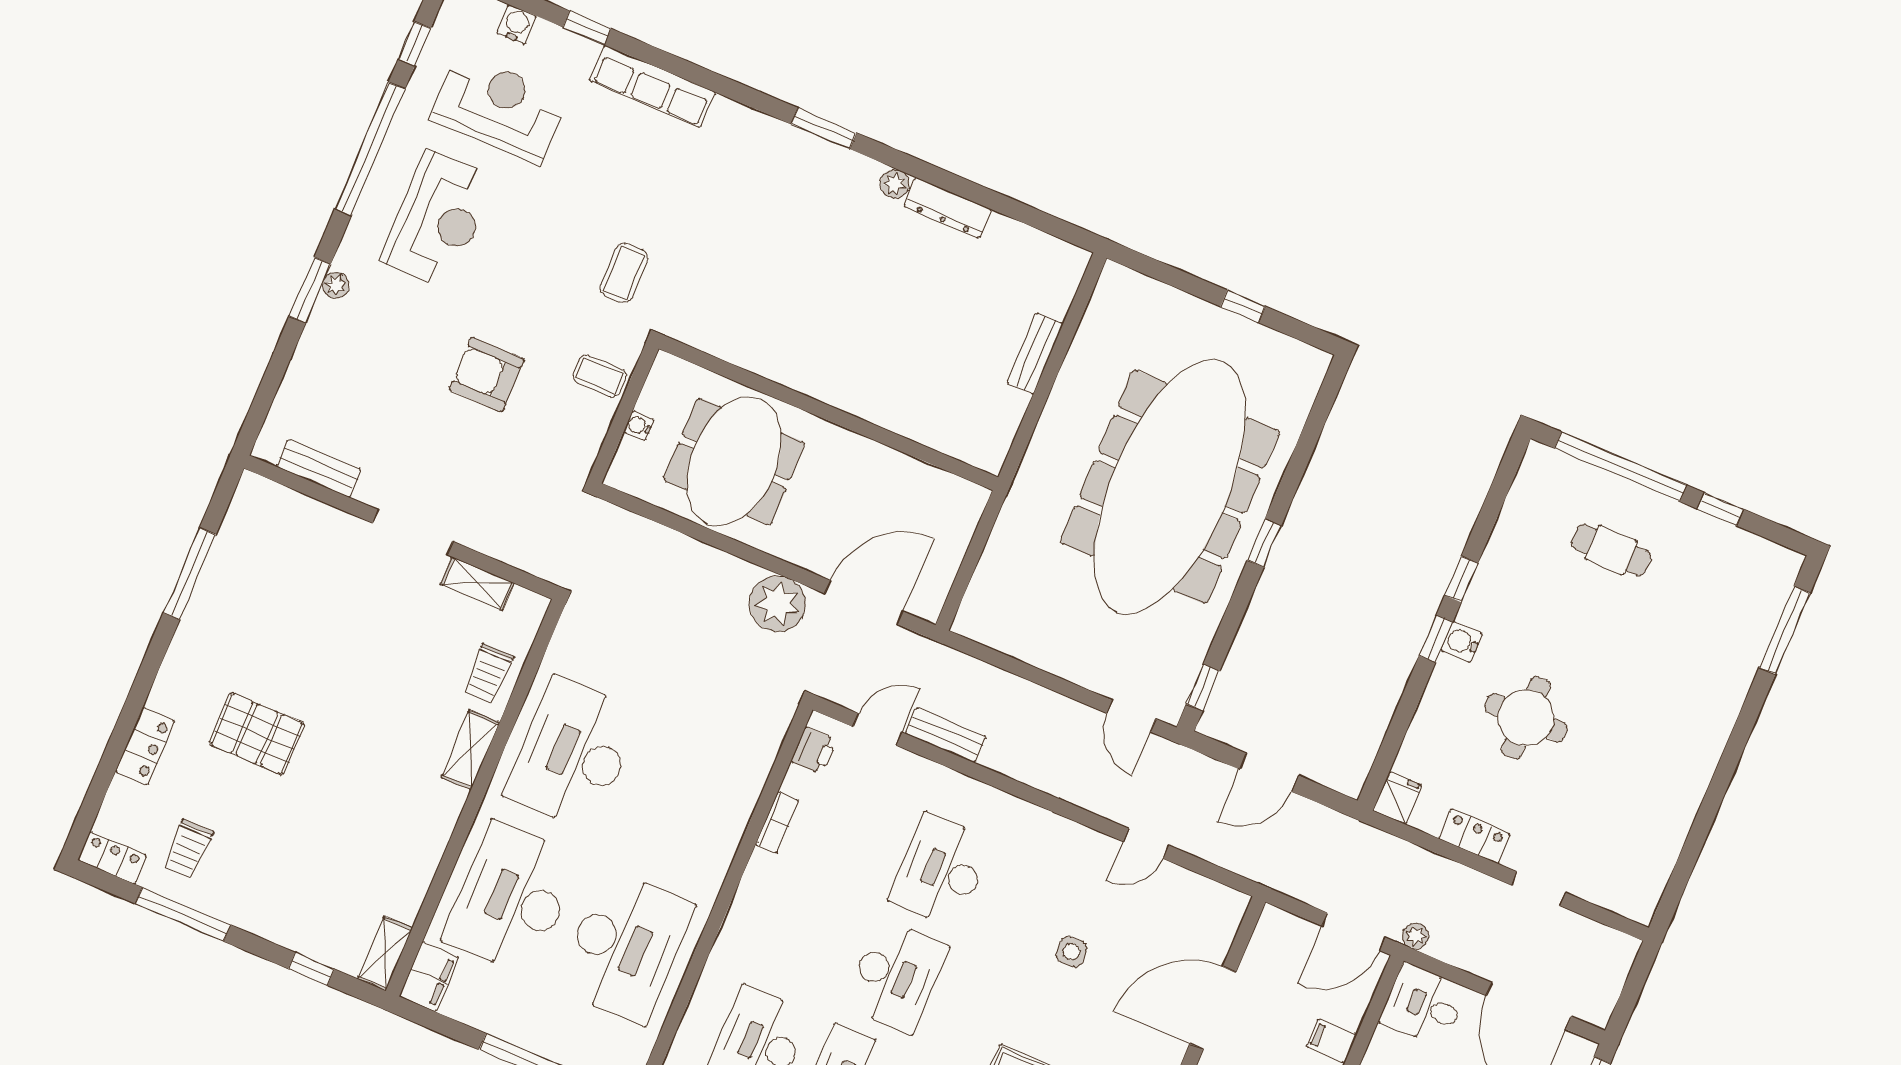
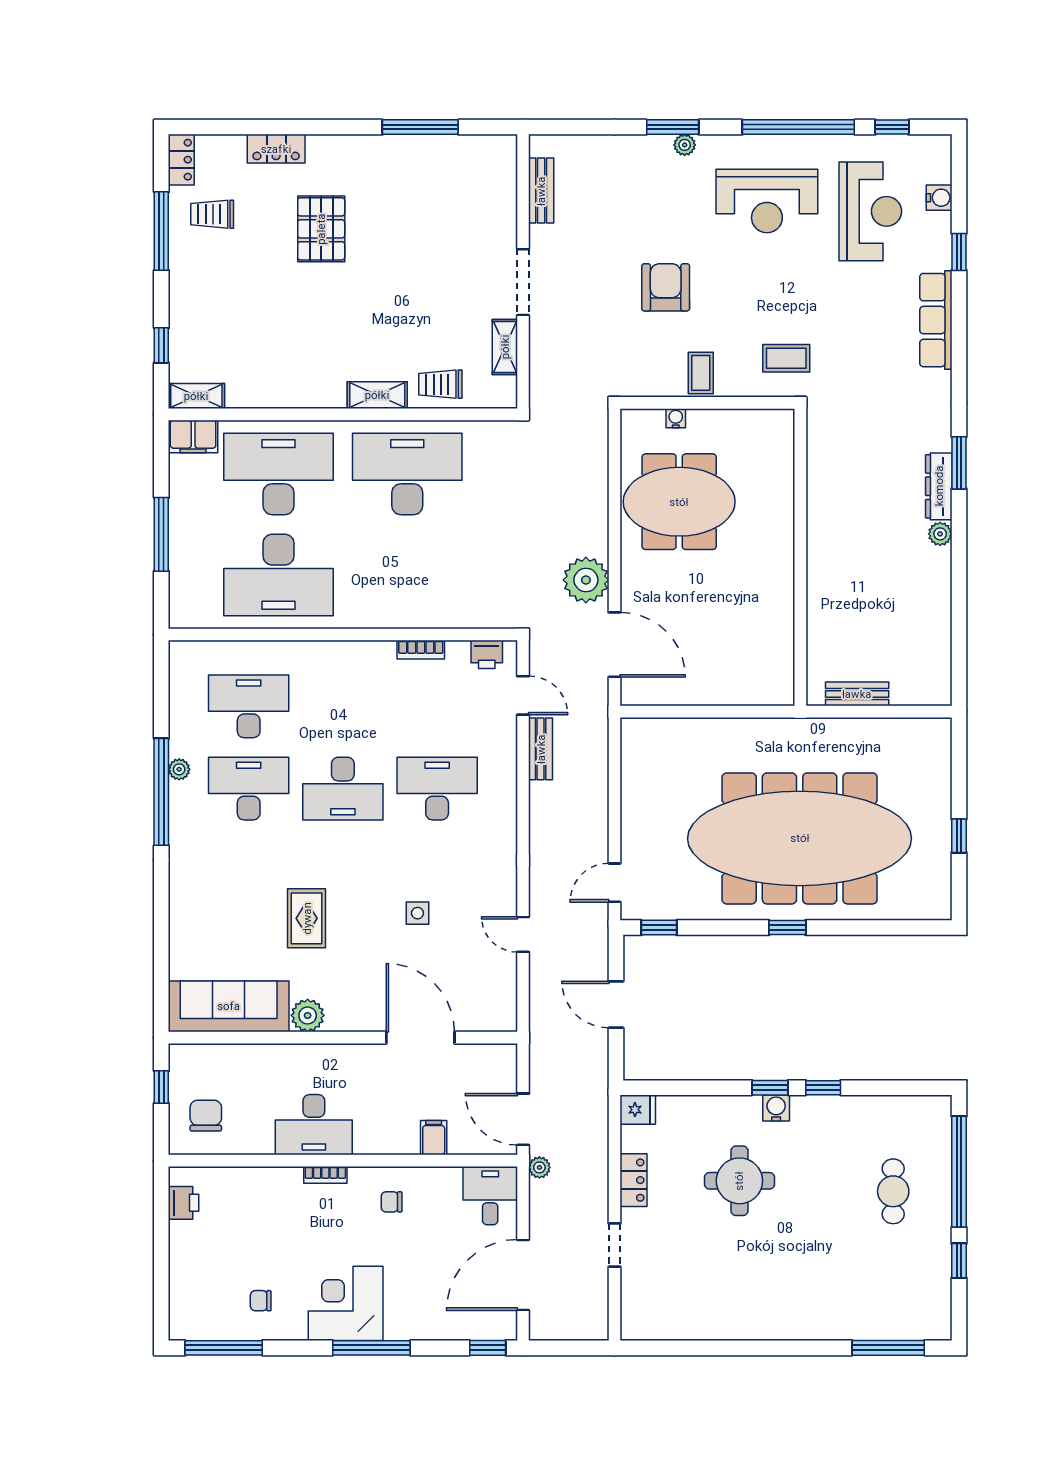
dresser: (948, 208) -> (939, 486), moved
wall: (828, 413) -> (800, 557), moved

